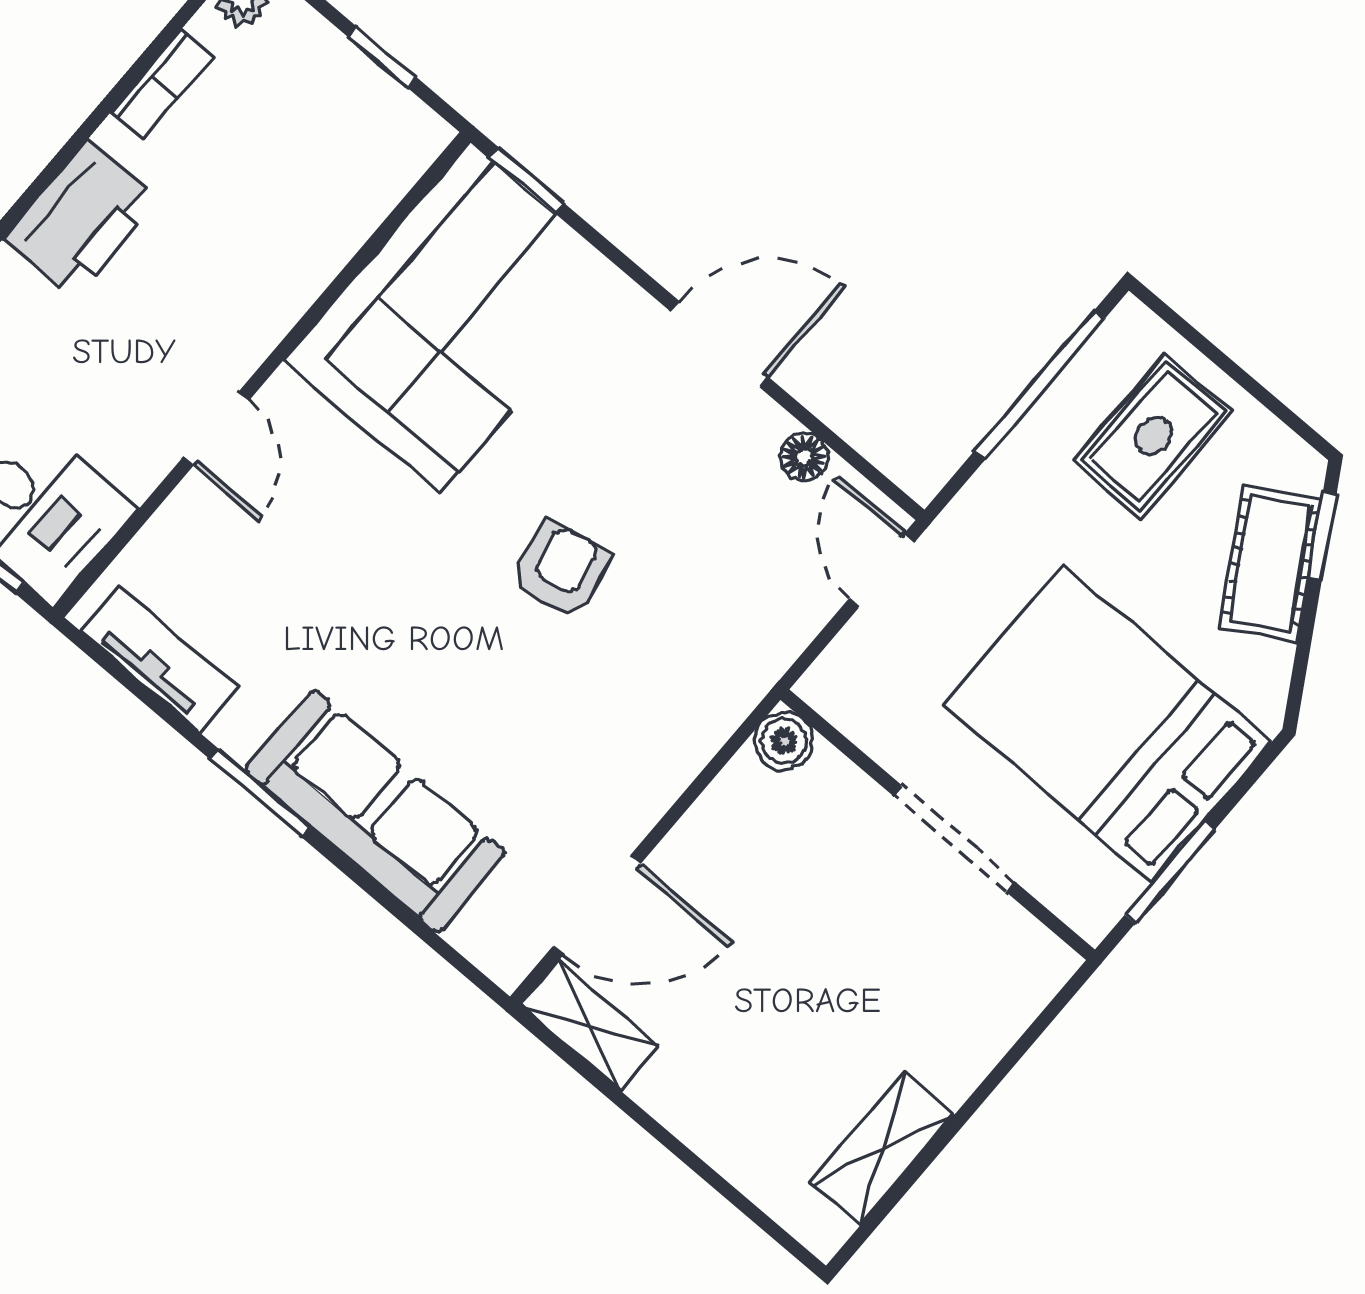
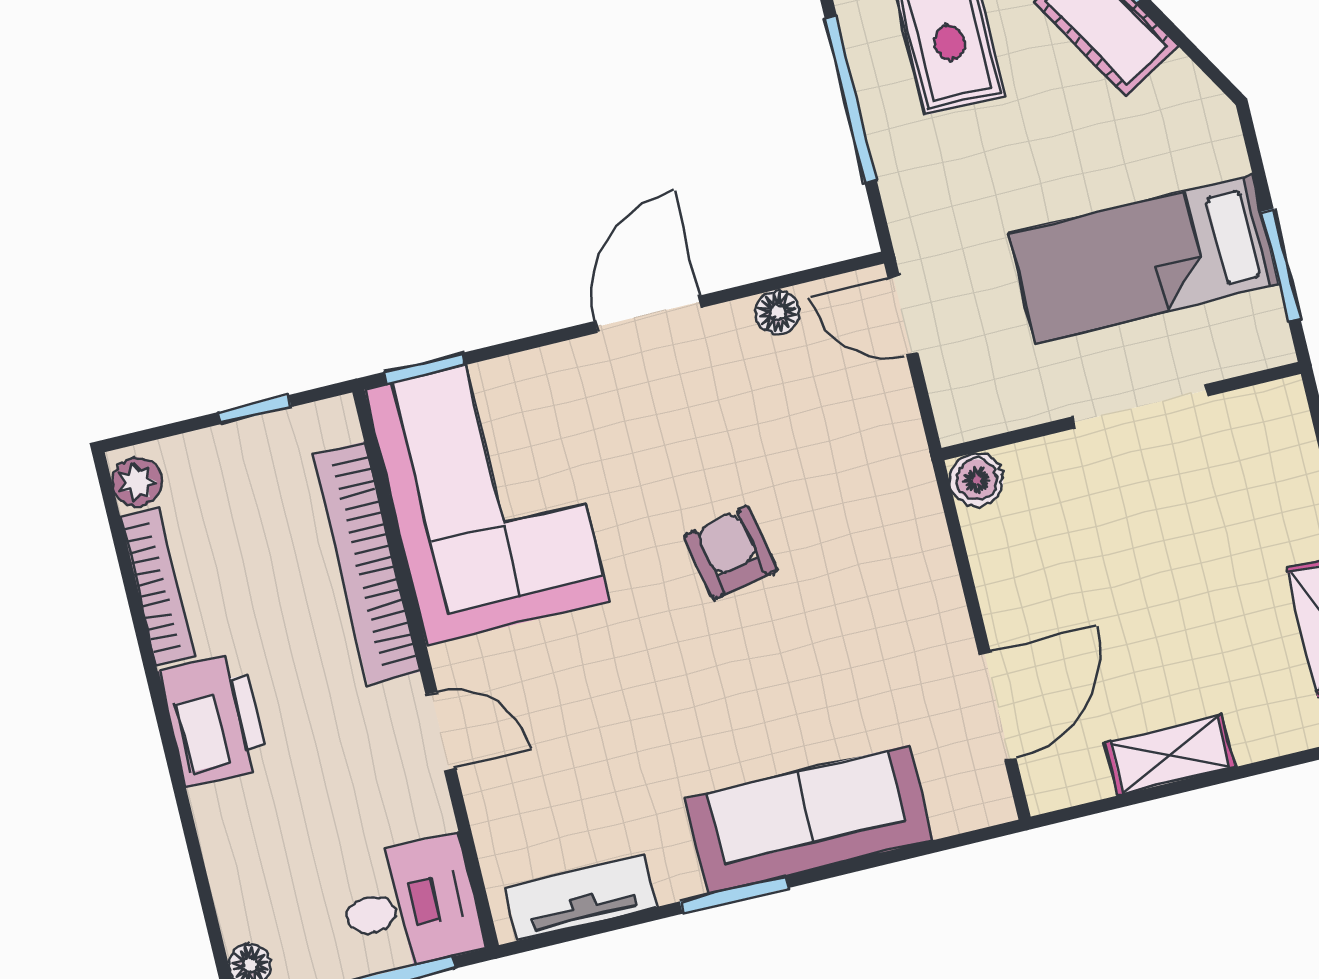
bookcase: (162, 84) -> (157, 587), width x1.56
bookcase: (317, 254) -> (366, 563), added
bed: (1107, 724) -> (1144, 259), width x0.67
shelving: (589, 1026) -> (1170, 755), moved

